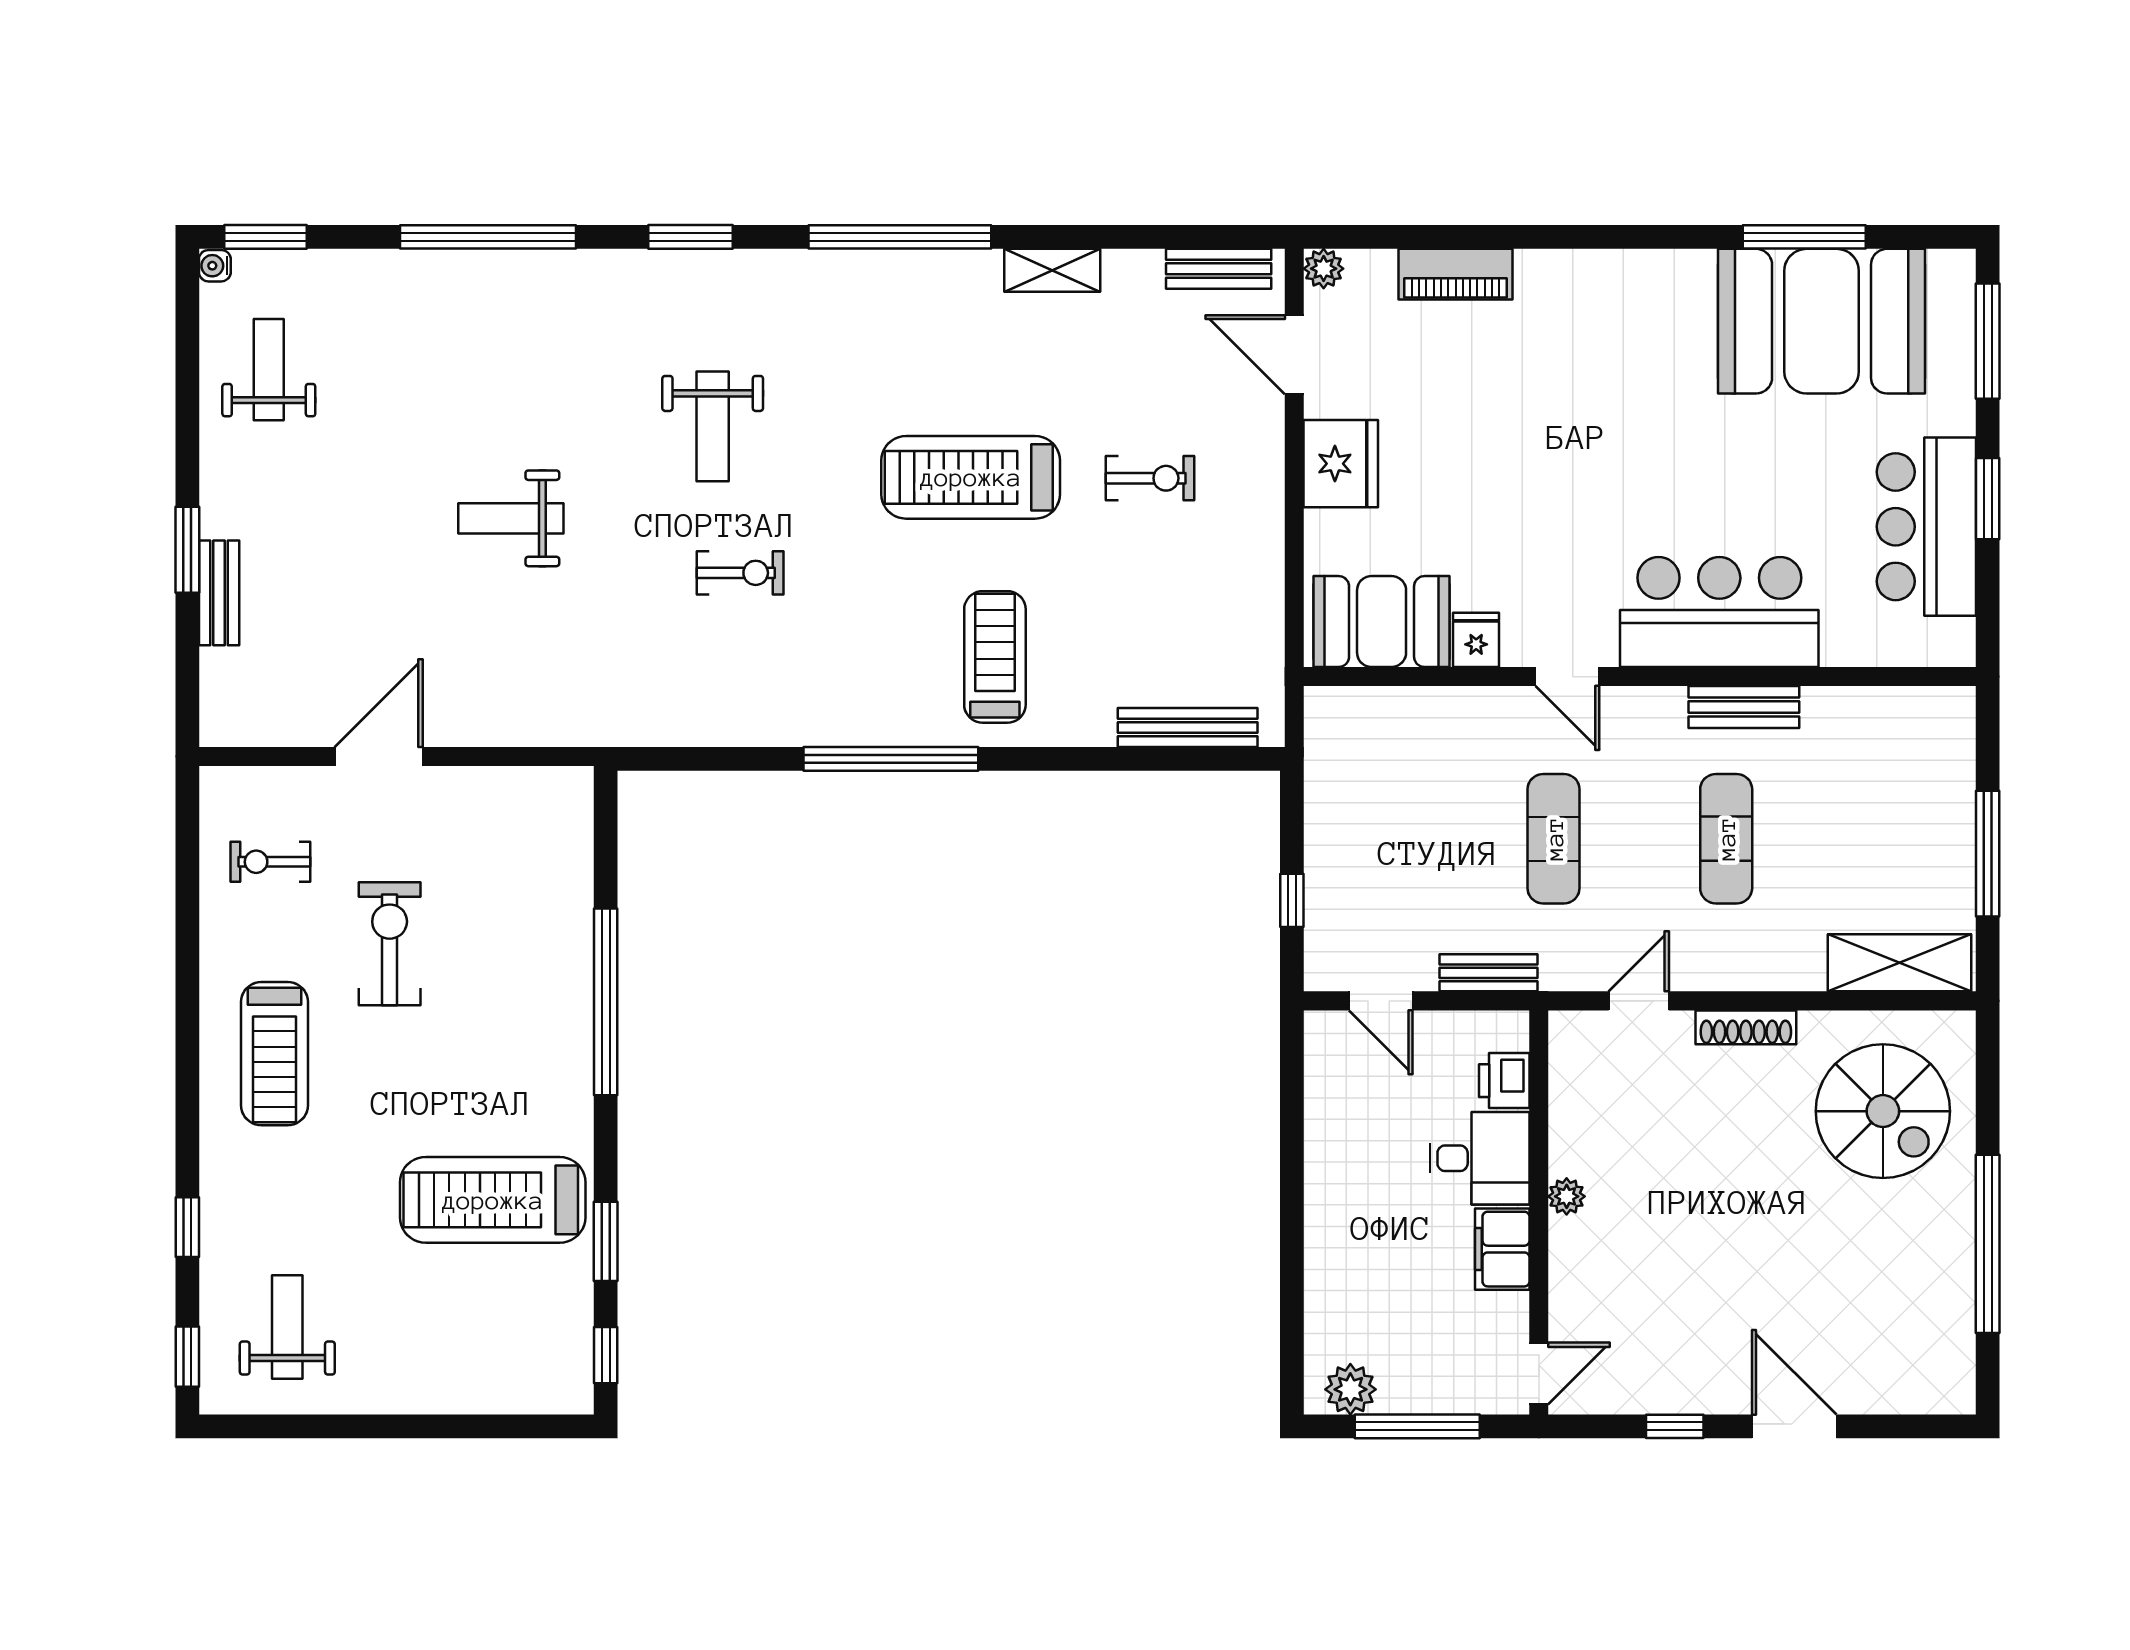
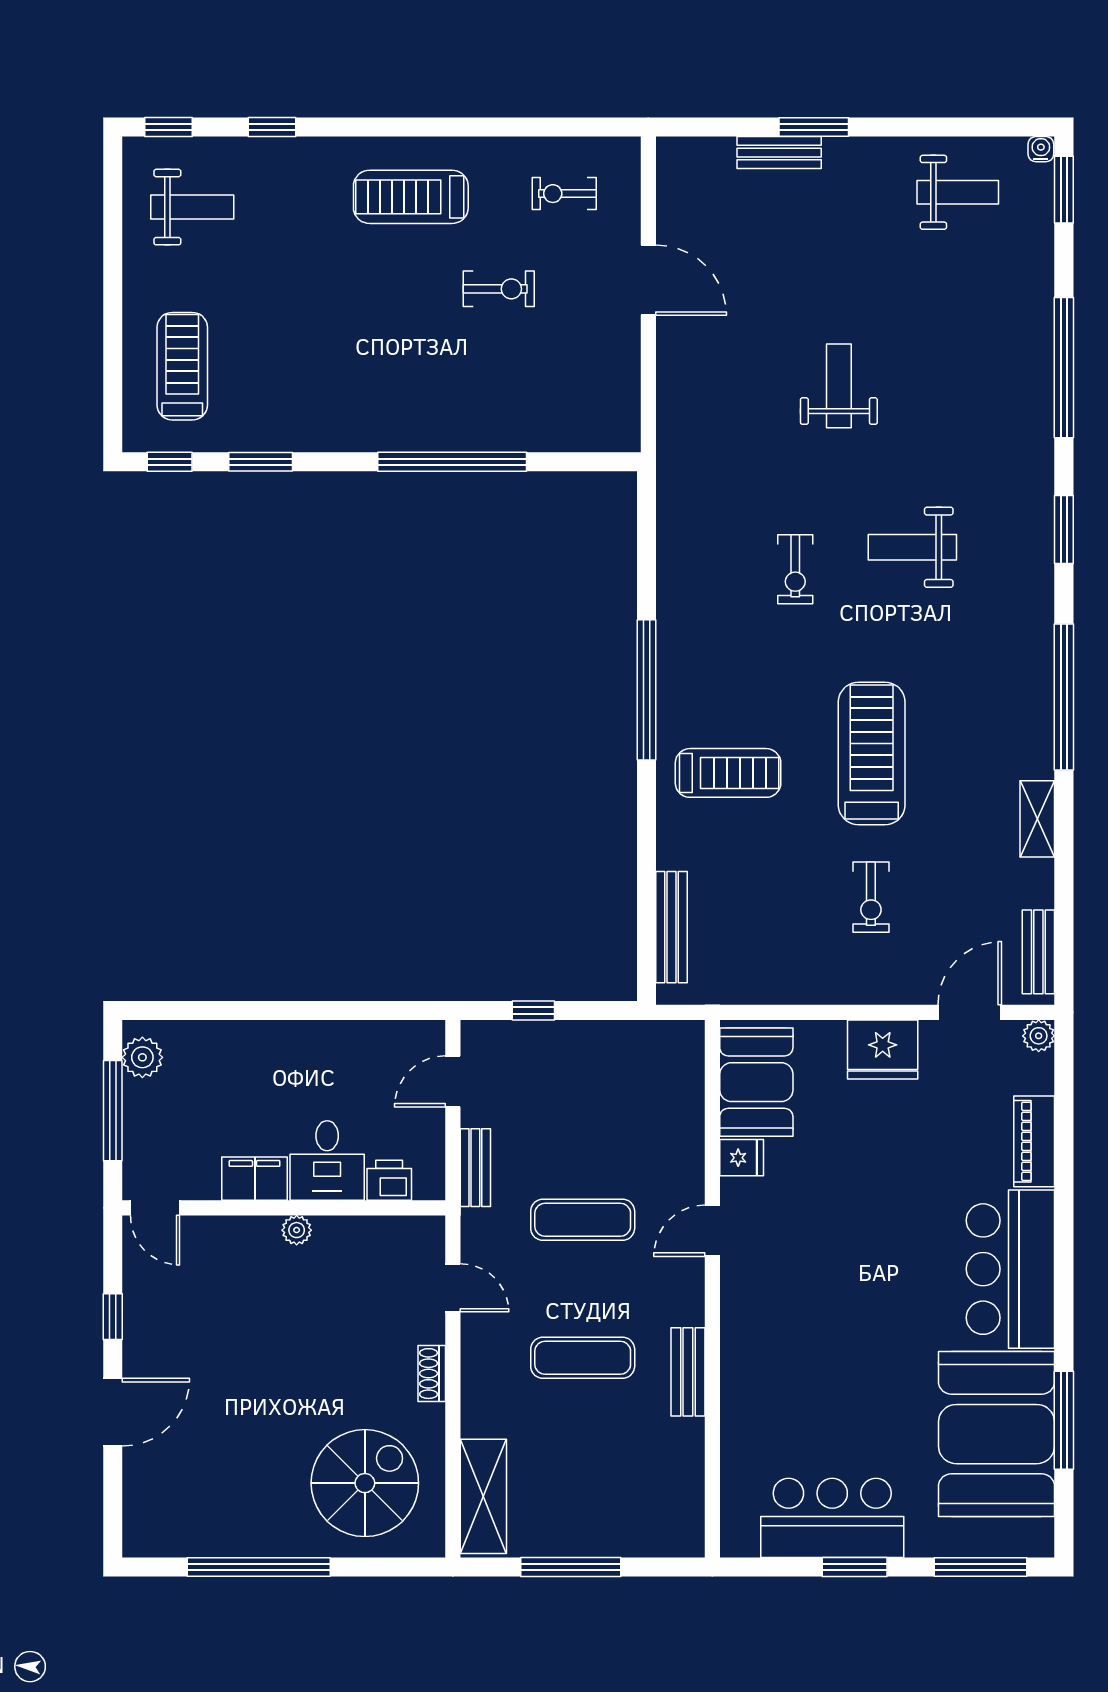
bar counter: (1719, 612) -> (1010, 1269), moved, turned 180
exercise bike: (270, 862) -> (564, 194), turned -90
exercise bike: (390, 944) -> (499, 289), width x0.73, depth x0.72
shoe rack: (1746, 1027) -> (432, 1374), width x0.70
spiral stairs: (1883, 1111) -> (365, 1483), turned 180
treadmill: (493, 1200) -> (182, 366), moved, width x0.73, depth x0.73

